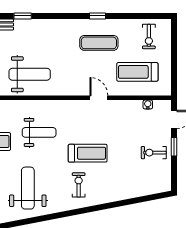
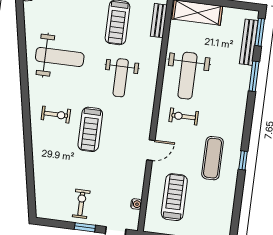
window: (23, 16) -> (254, 76), width x1.50
exercise bike: (149, 37) -> (184, 116), moved

